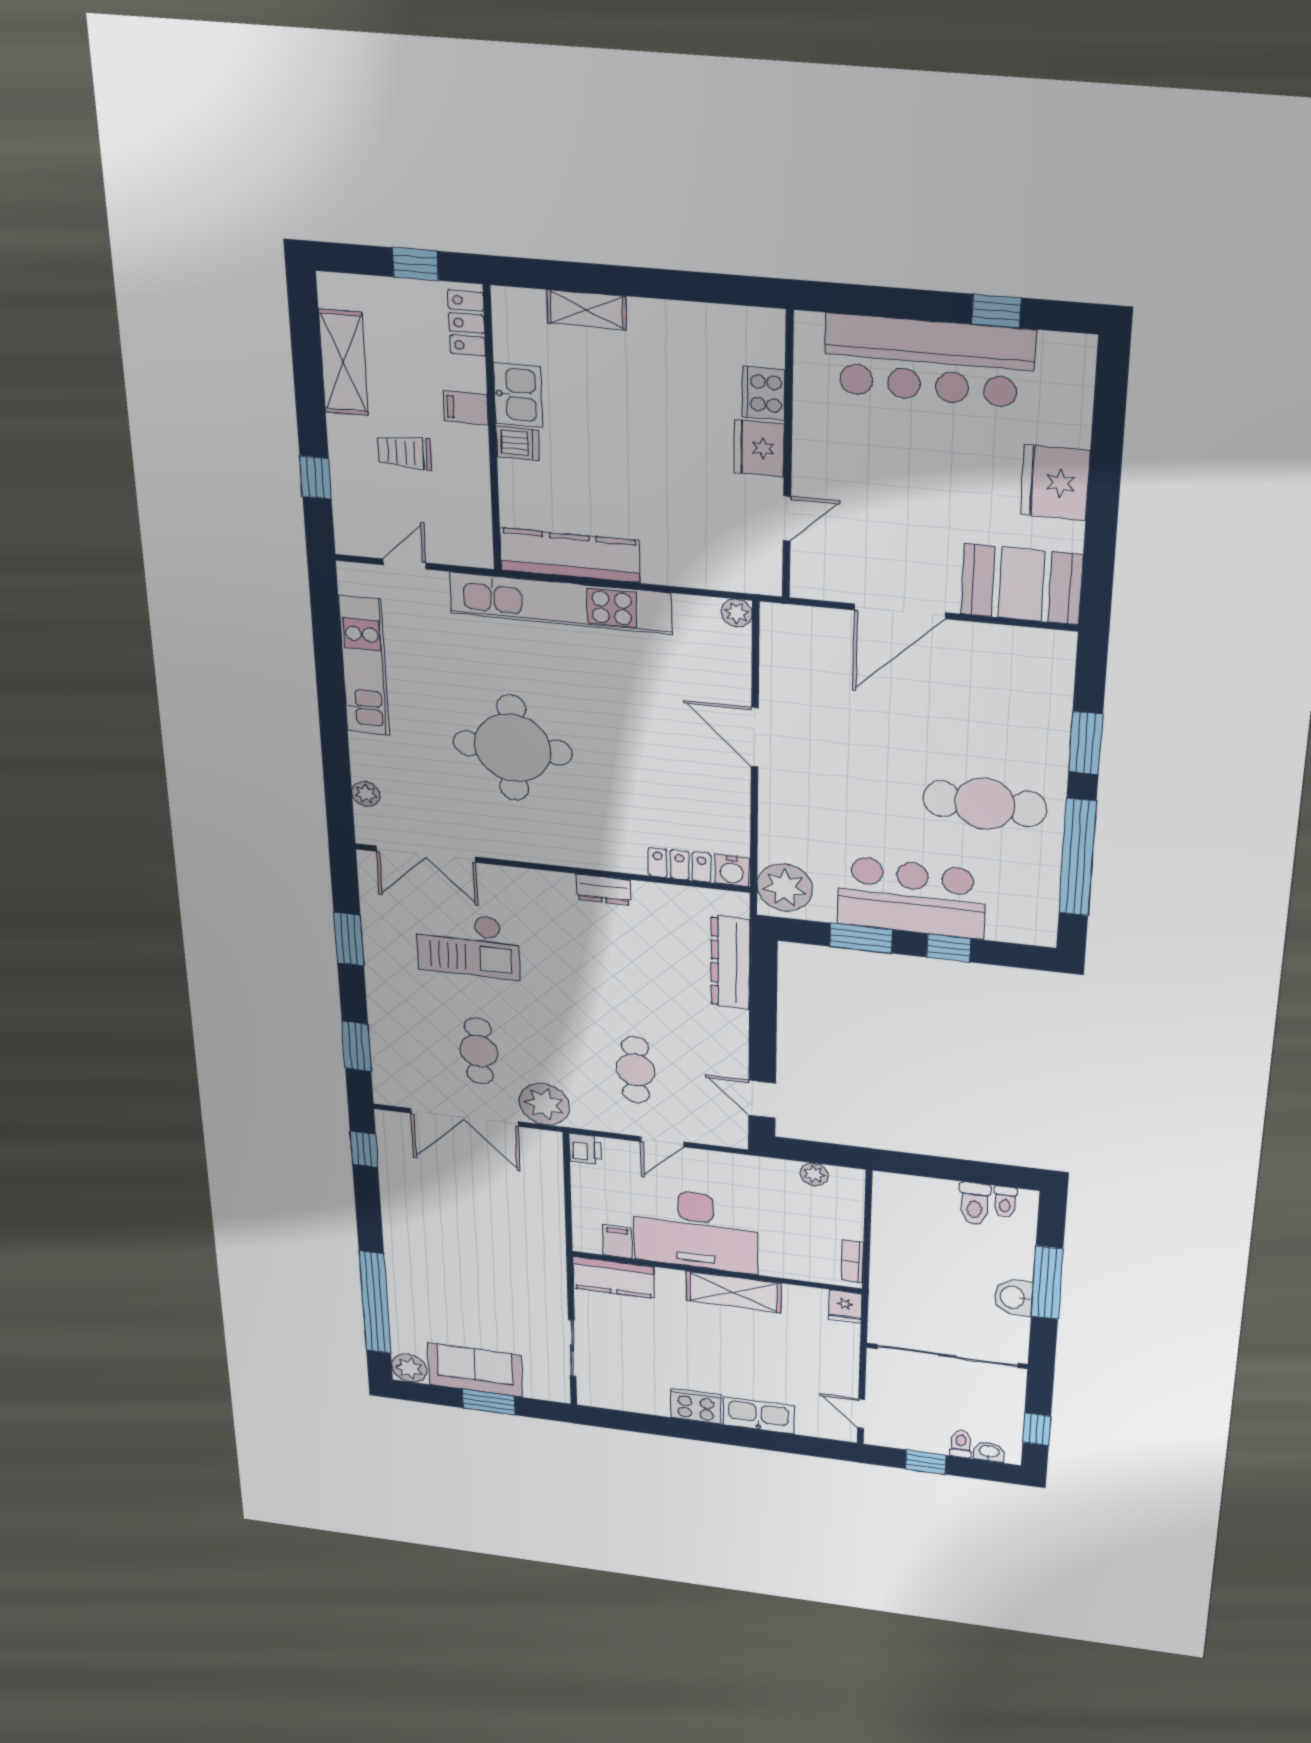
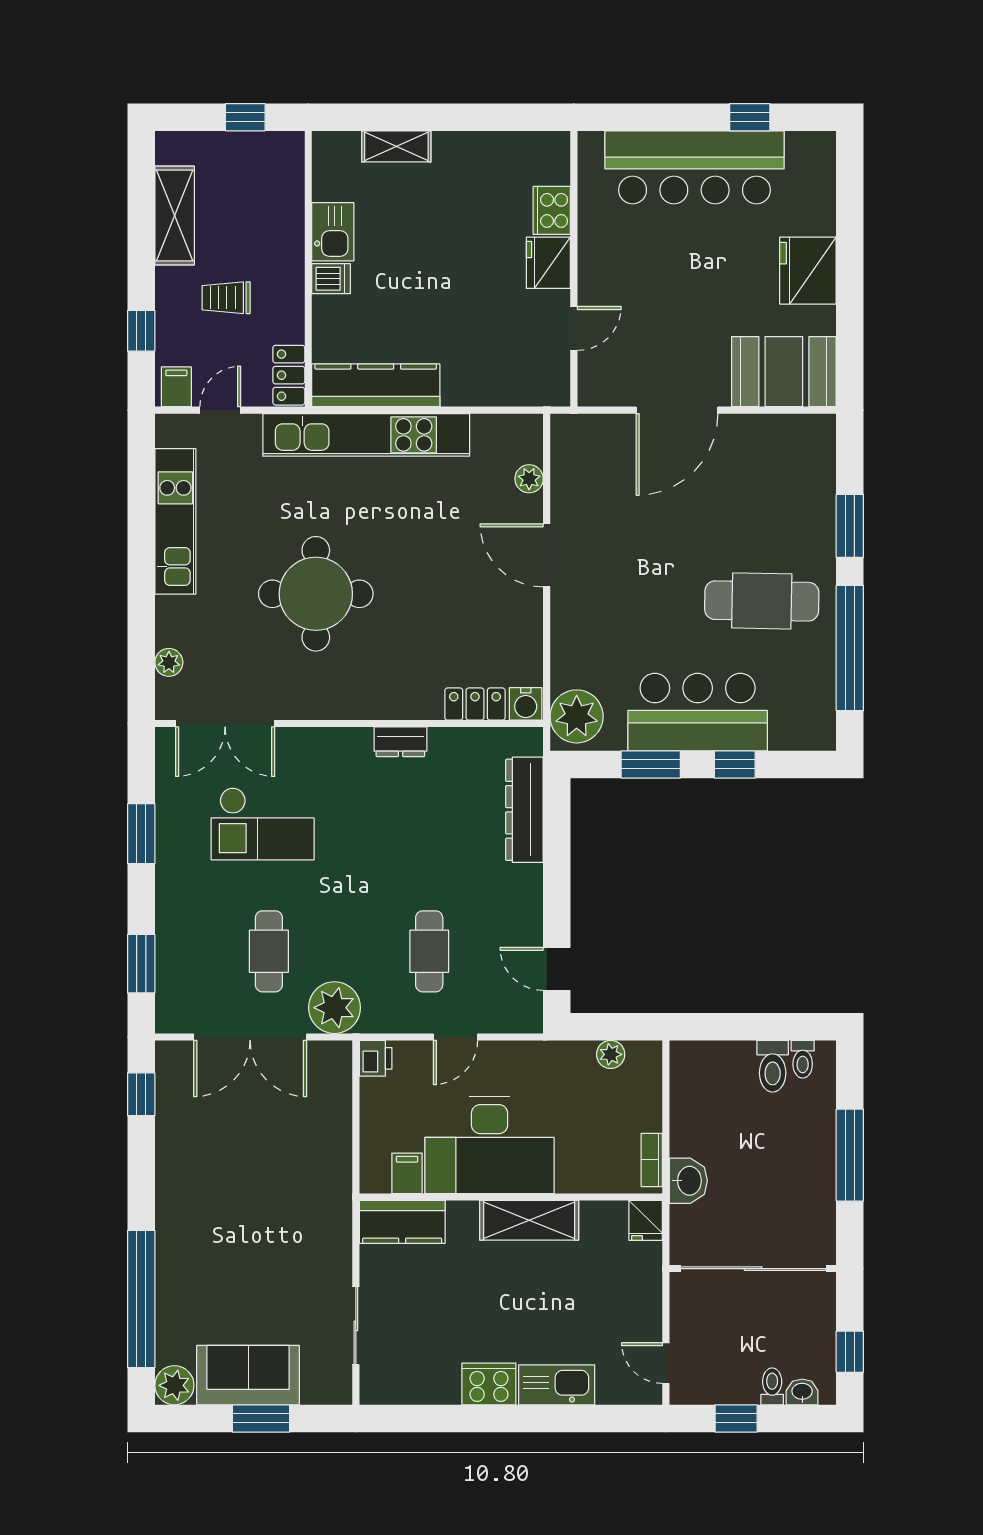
locker: (466, 323) -> (289, 375), moved
filing cabinet: (466, 408) -> (176, 387), moved, turned 90
plant: (737, 613) -> (529, 479), moved
washbasin: (1013, 1297) -> (688, 1181), moved, turned 180

